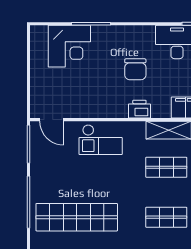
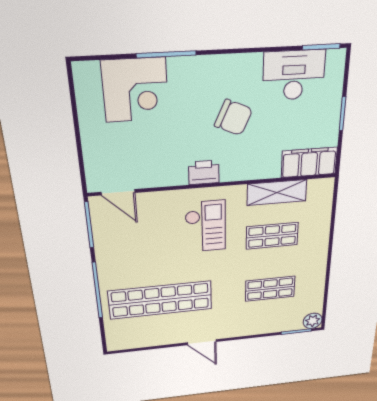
chair: (135, 69) -> (233, 117), turned -66
printer: (139, 109) -> (204, 172), moved
checkout: (101, 140) -> (206, 226), moved, turned -90

